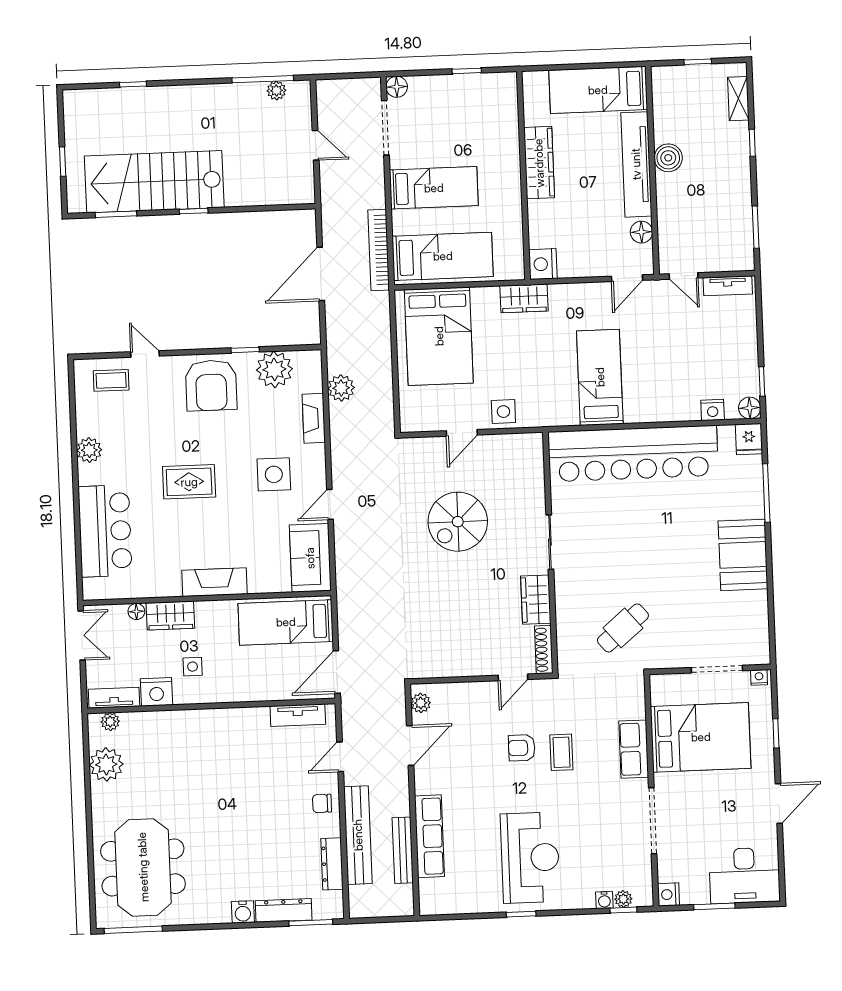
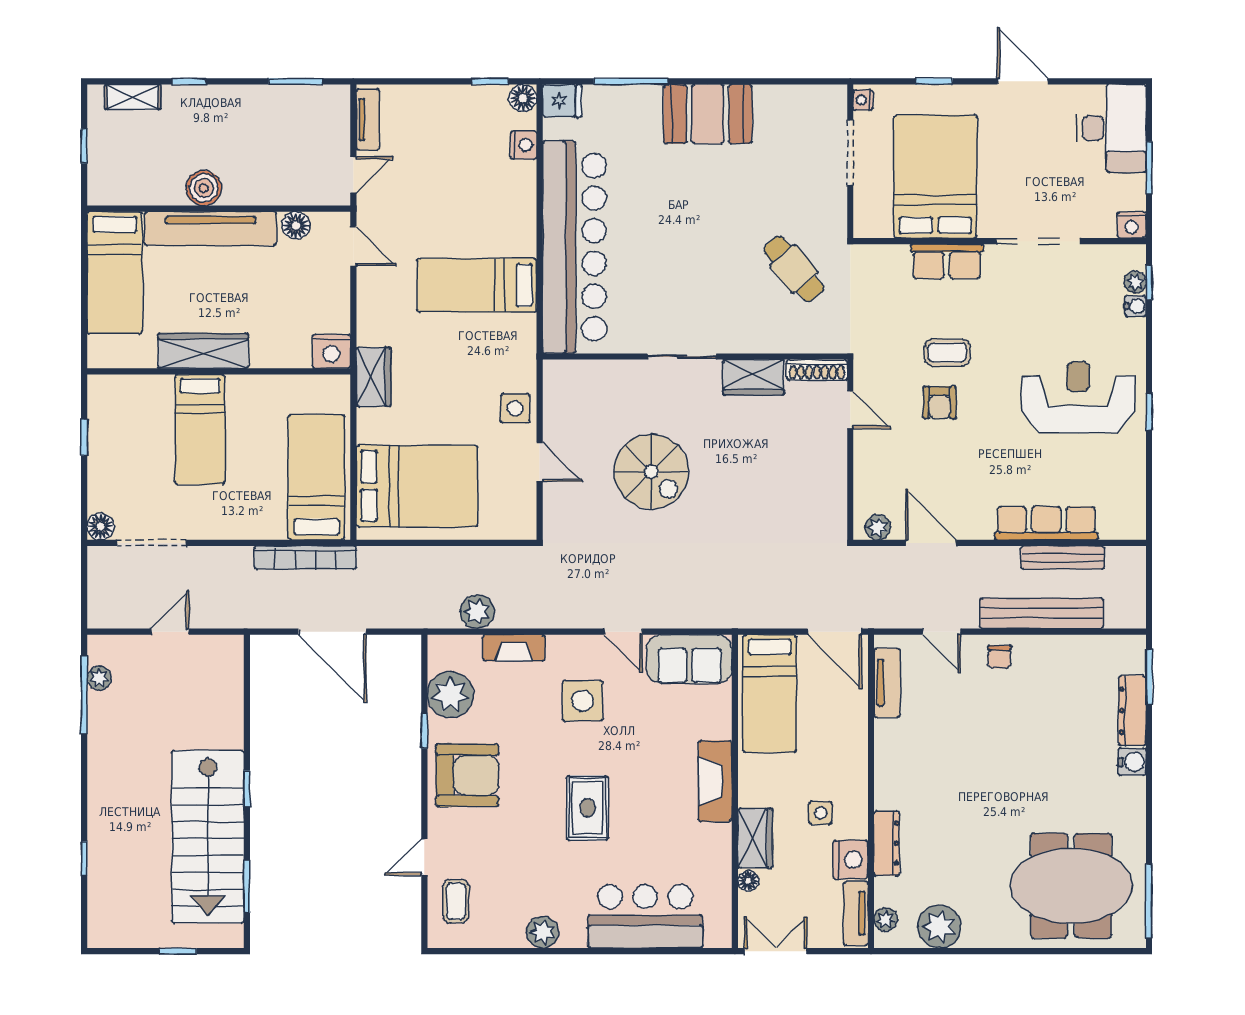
bed: (434, 188) -> (200, 429), moved, turned 180
dresser: (332, 864) -> (887, 843), moved, turned -90

